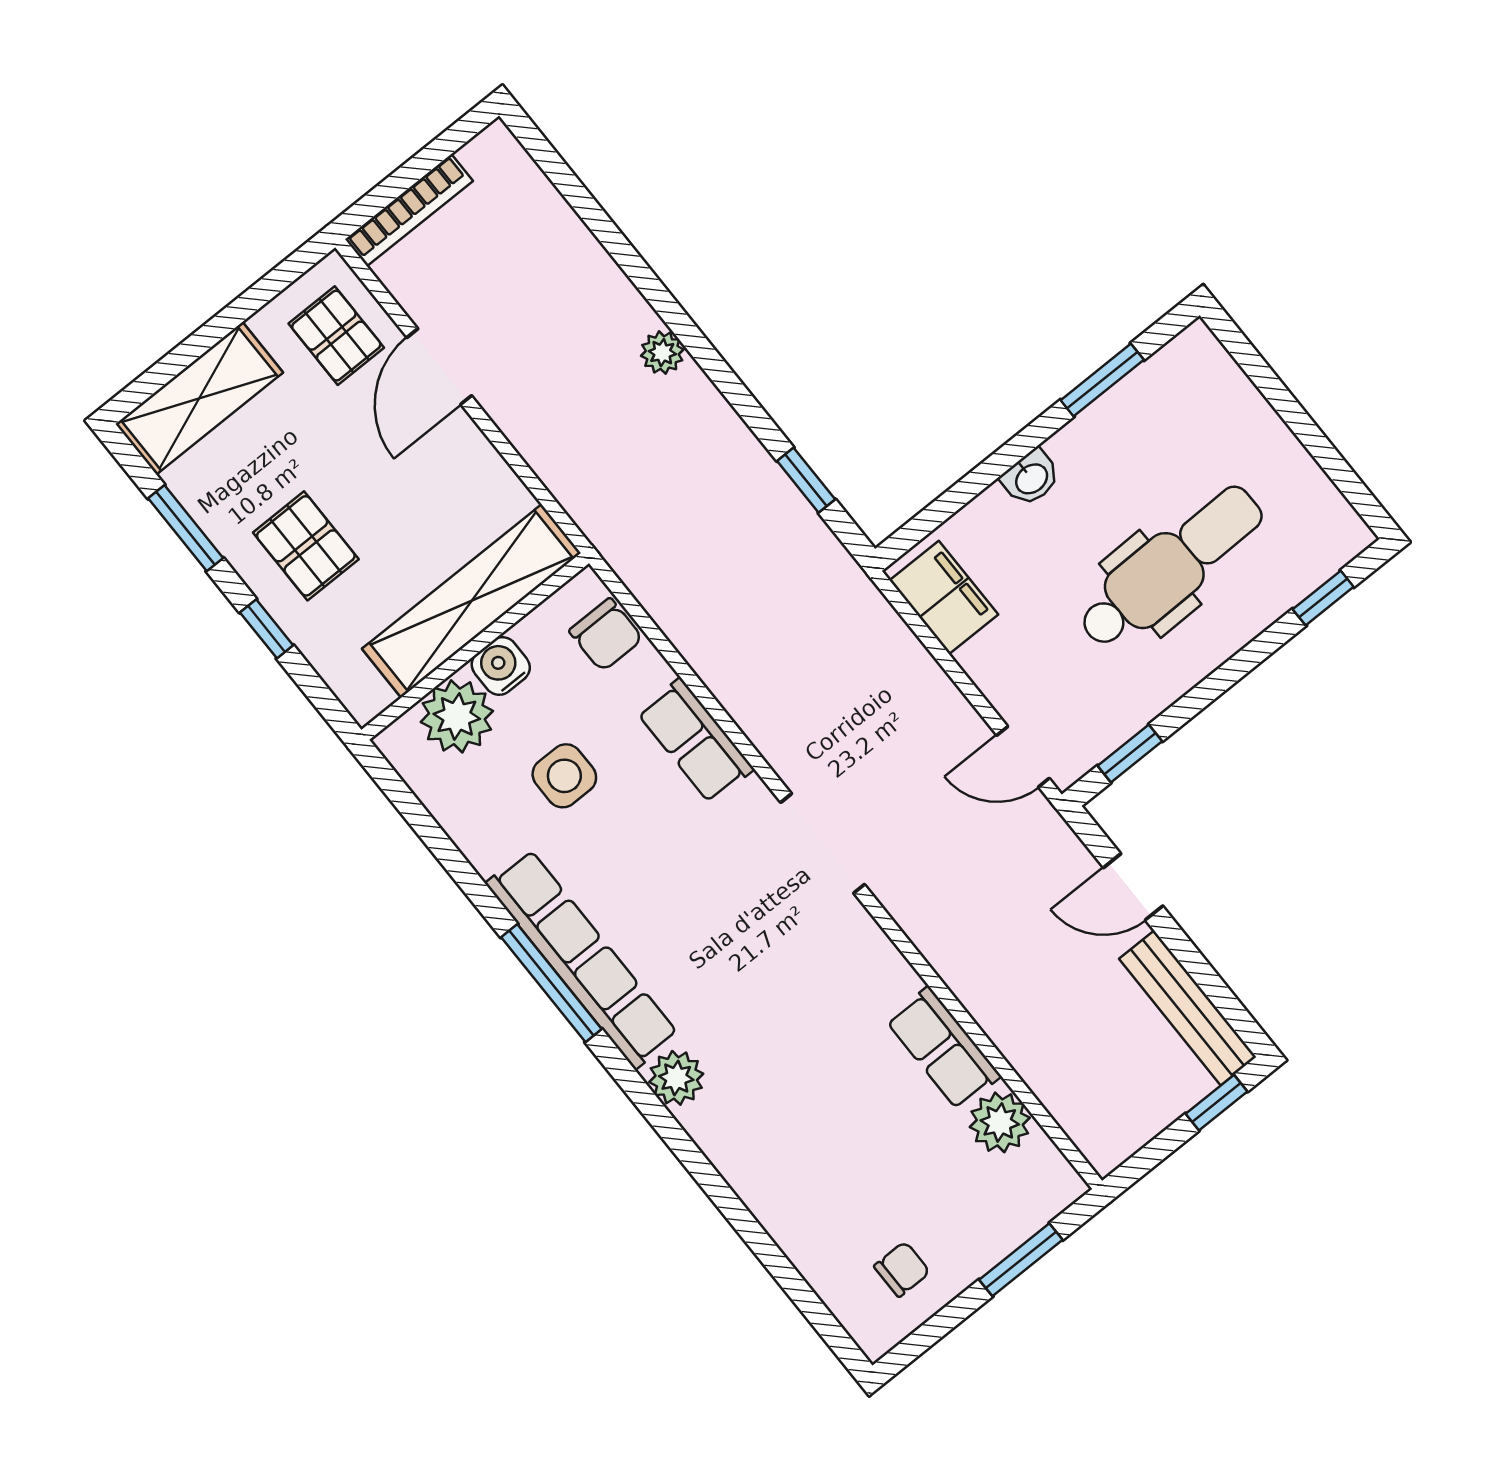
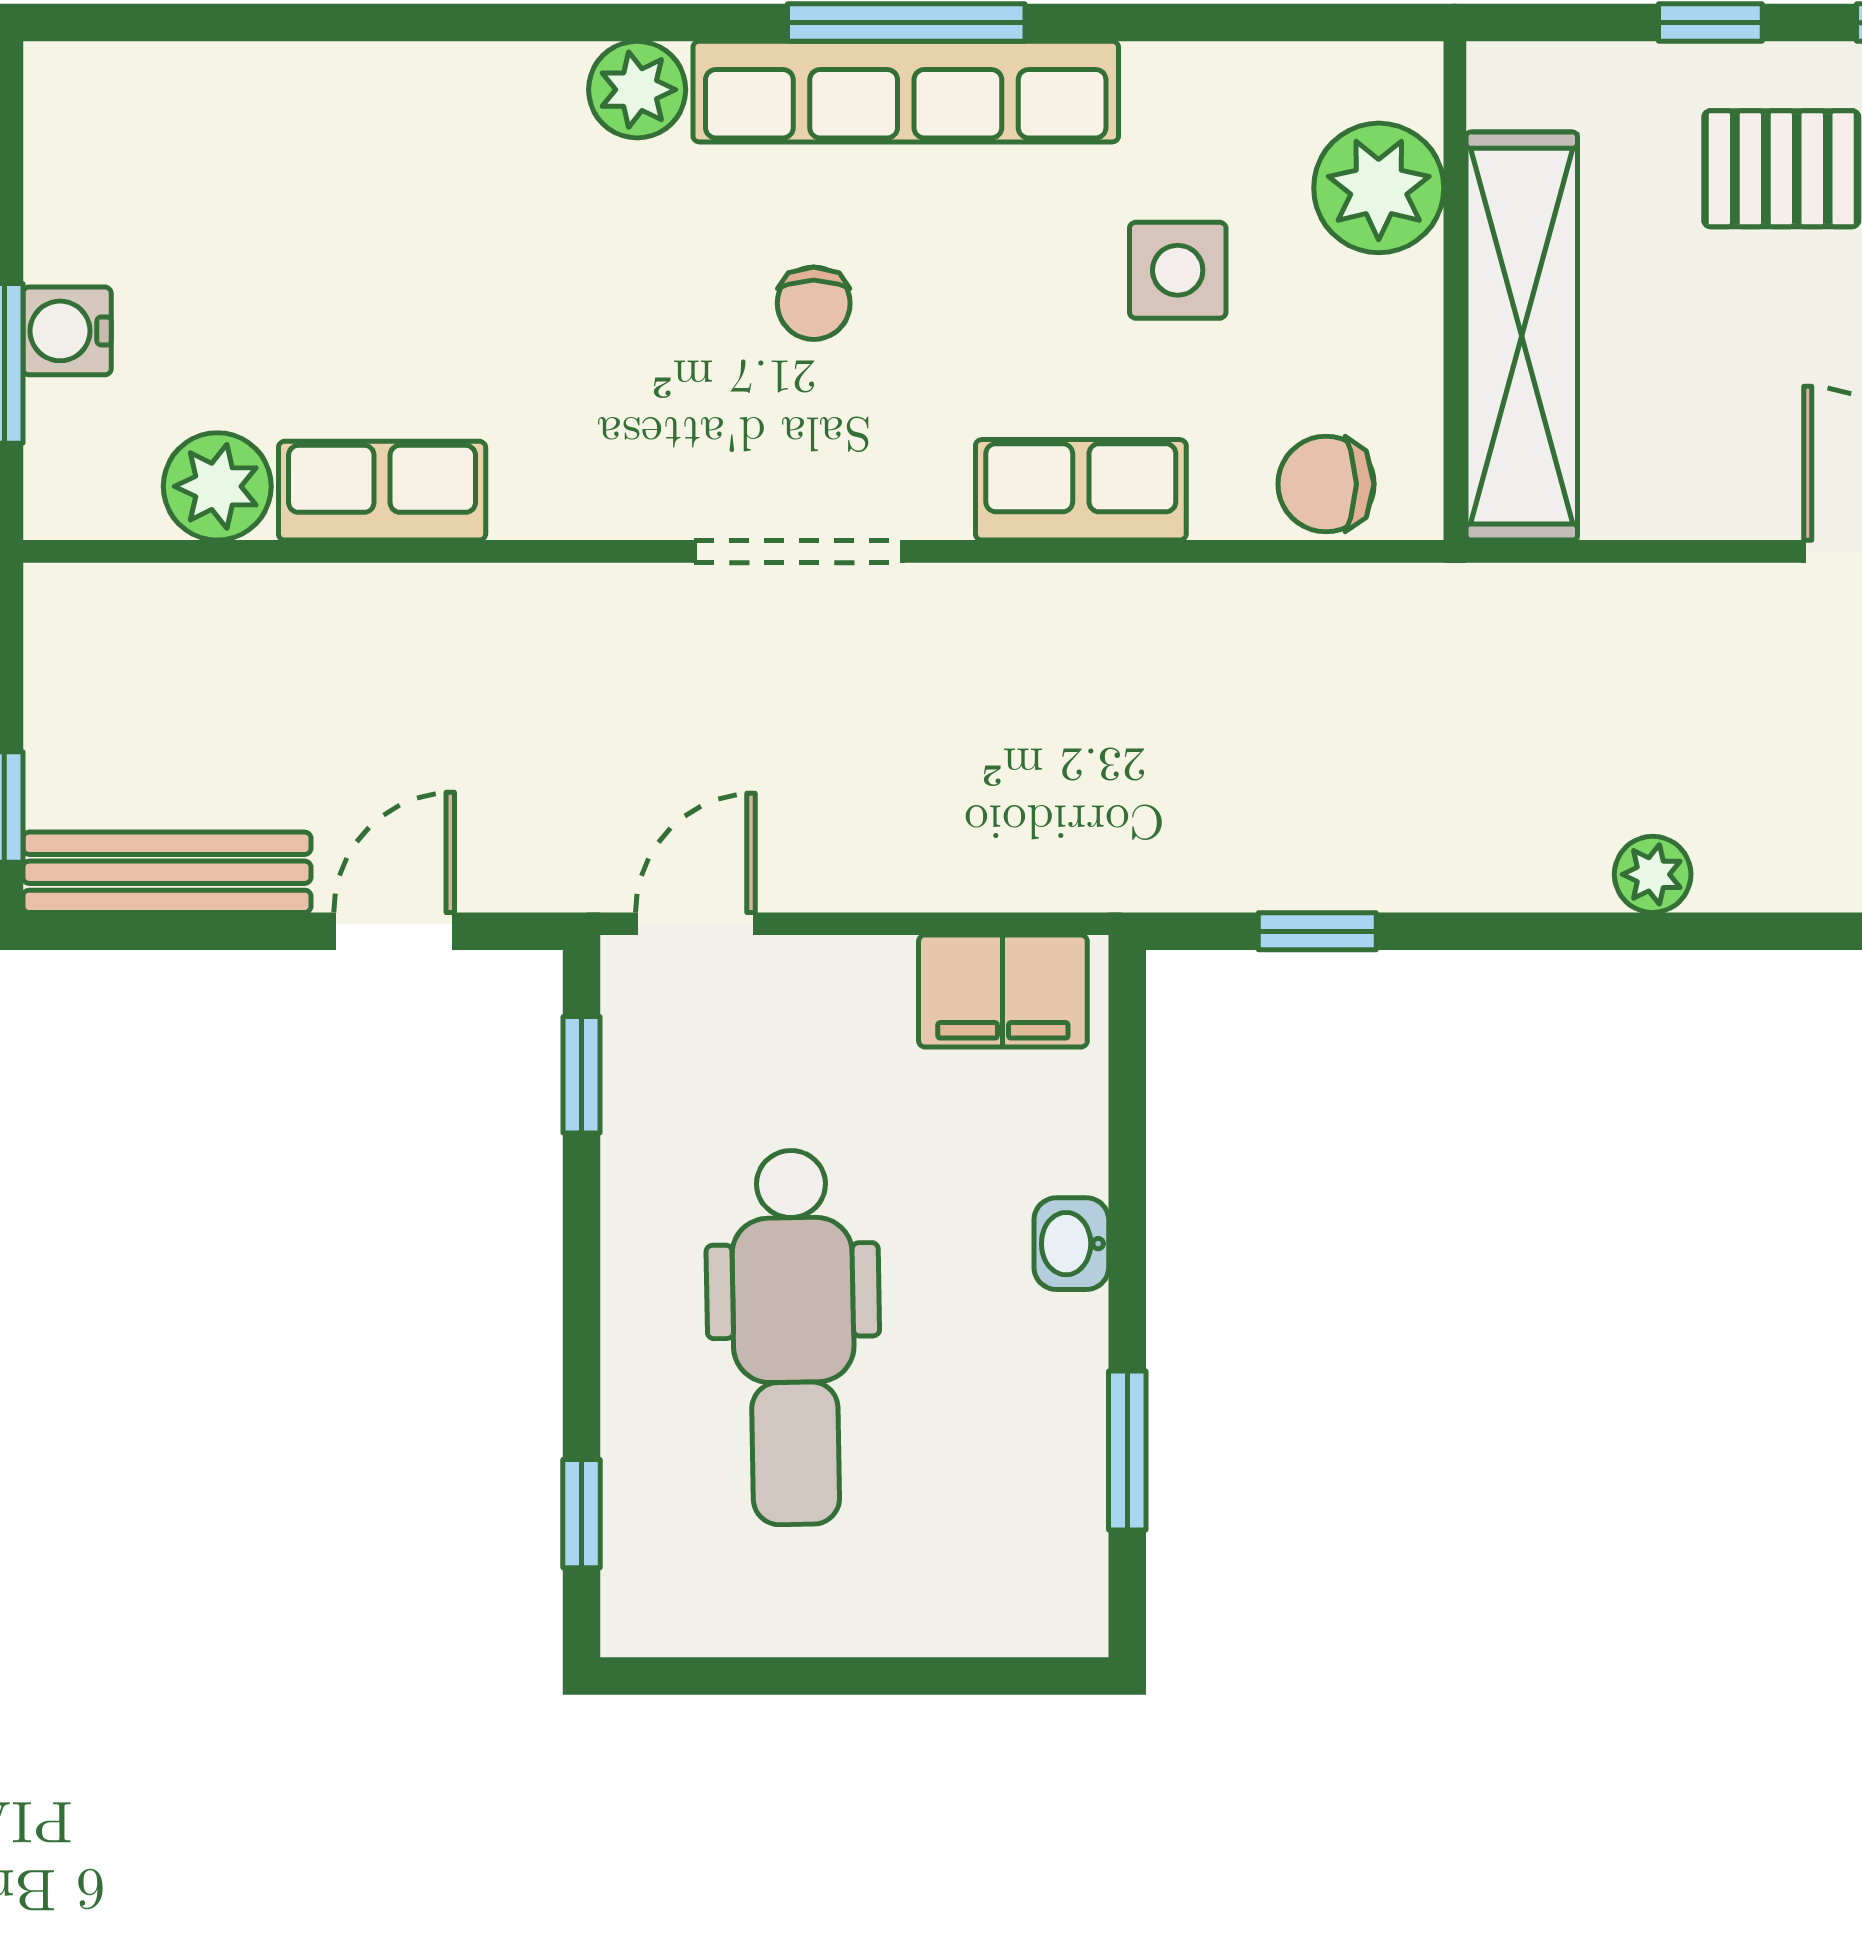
water cooler: (501, 666) -> (67, 331), moved, turned 180
chair: (902, 1269) -> (814, 303), moved

